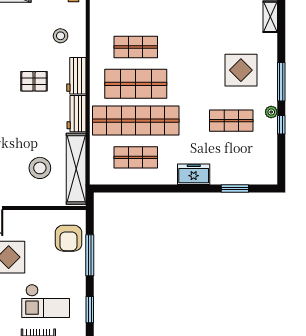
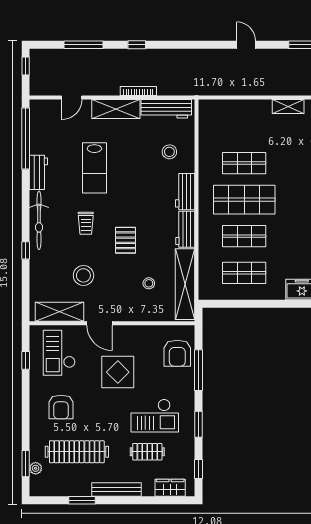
pallet: (34, 81) -> (125, 240), moved, turned 90
shop shelf: (136, 121) -> (244, 236), width x0.50, depth x0.74
stool: (40, 168) -> (149, 283), width x0.53, depth x0.53

